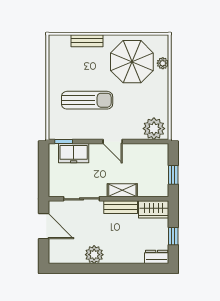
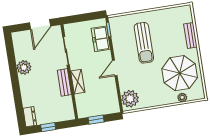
wardrobe: (154, 209) -> (67, 108), removed

